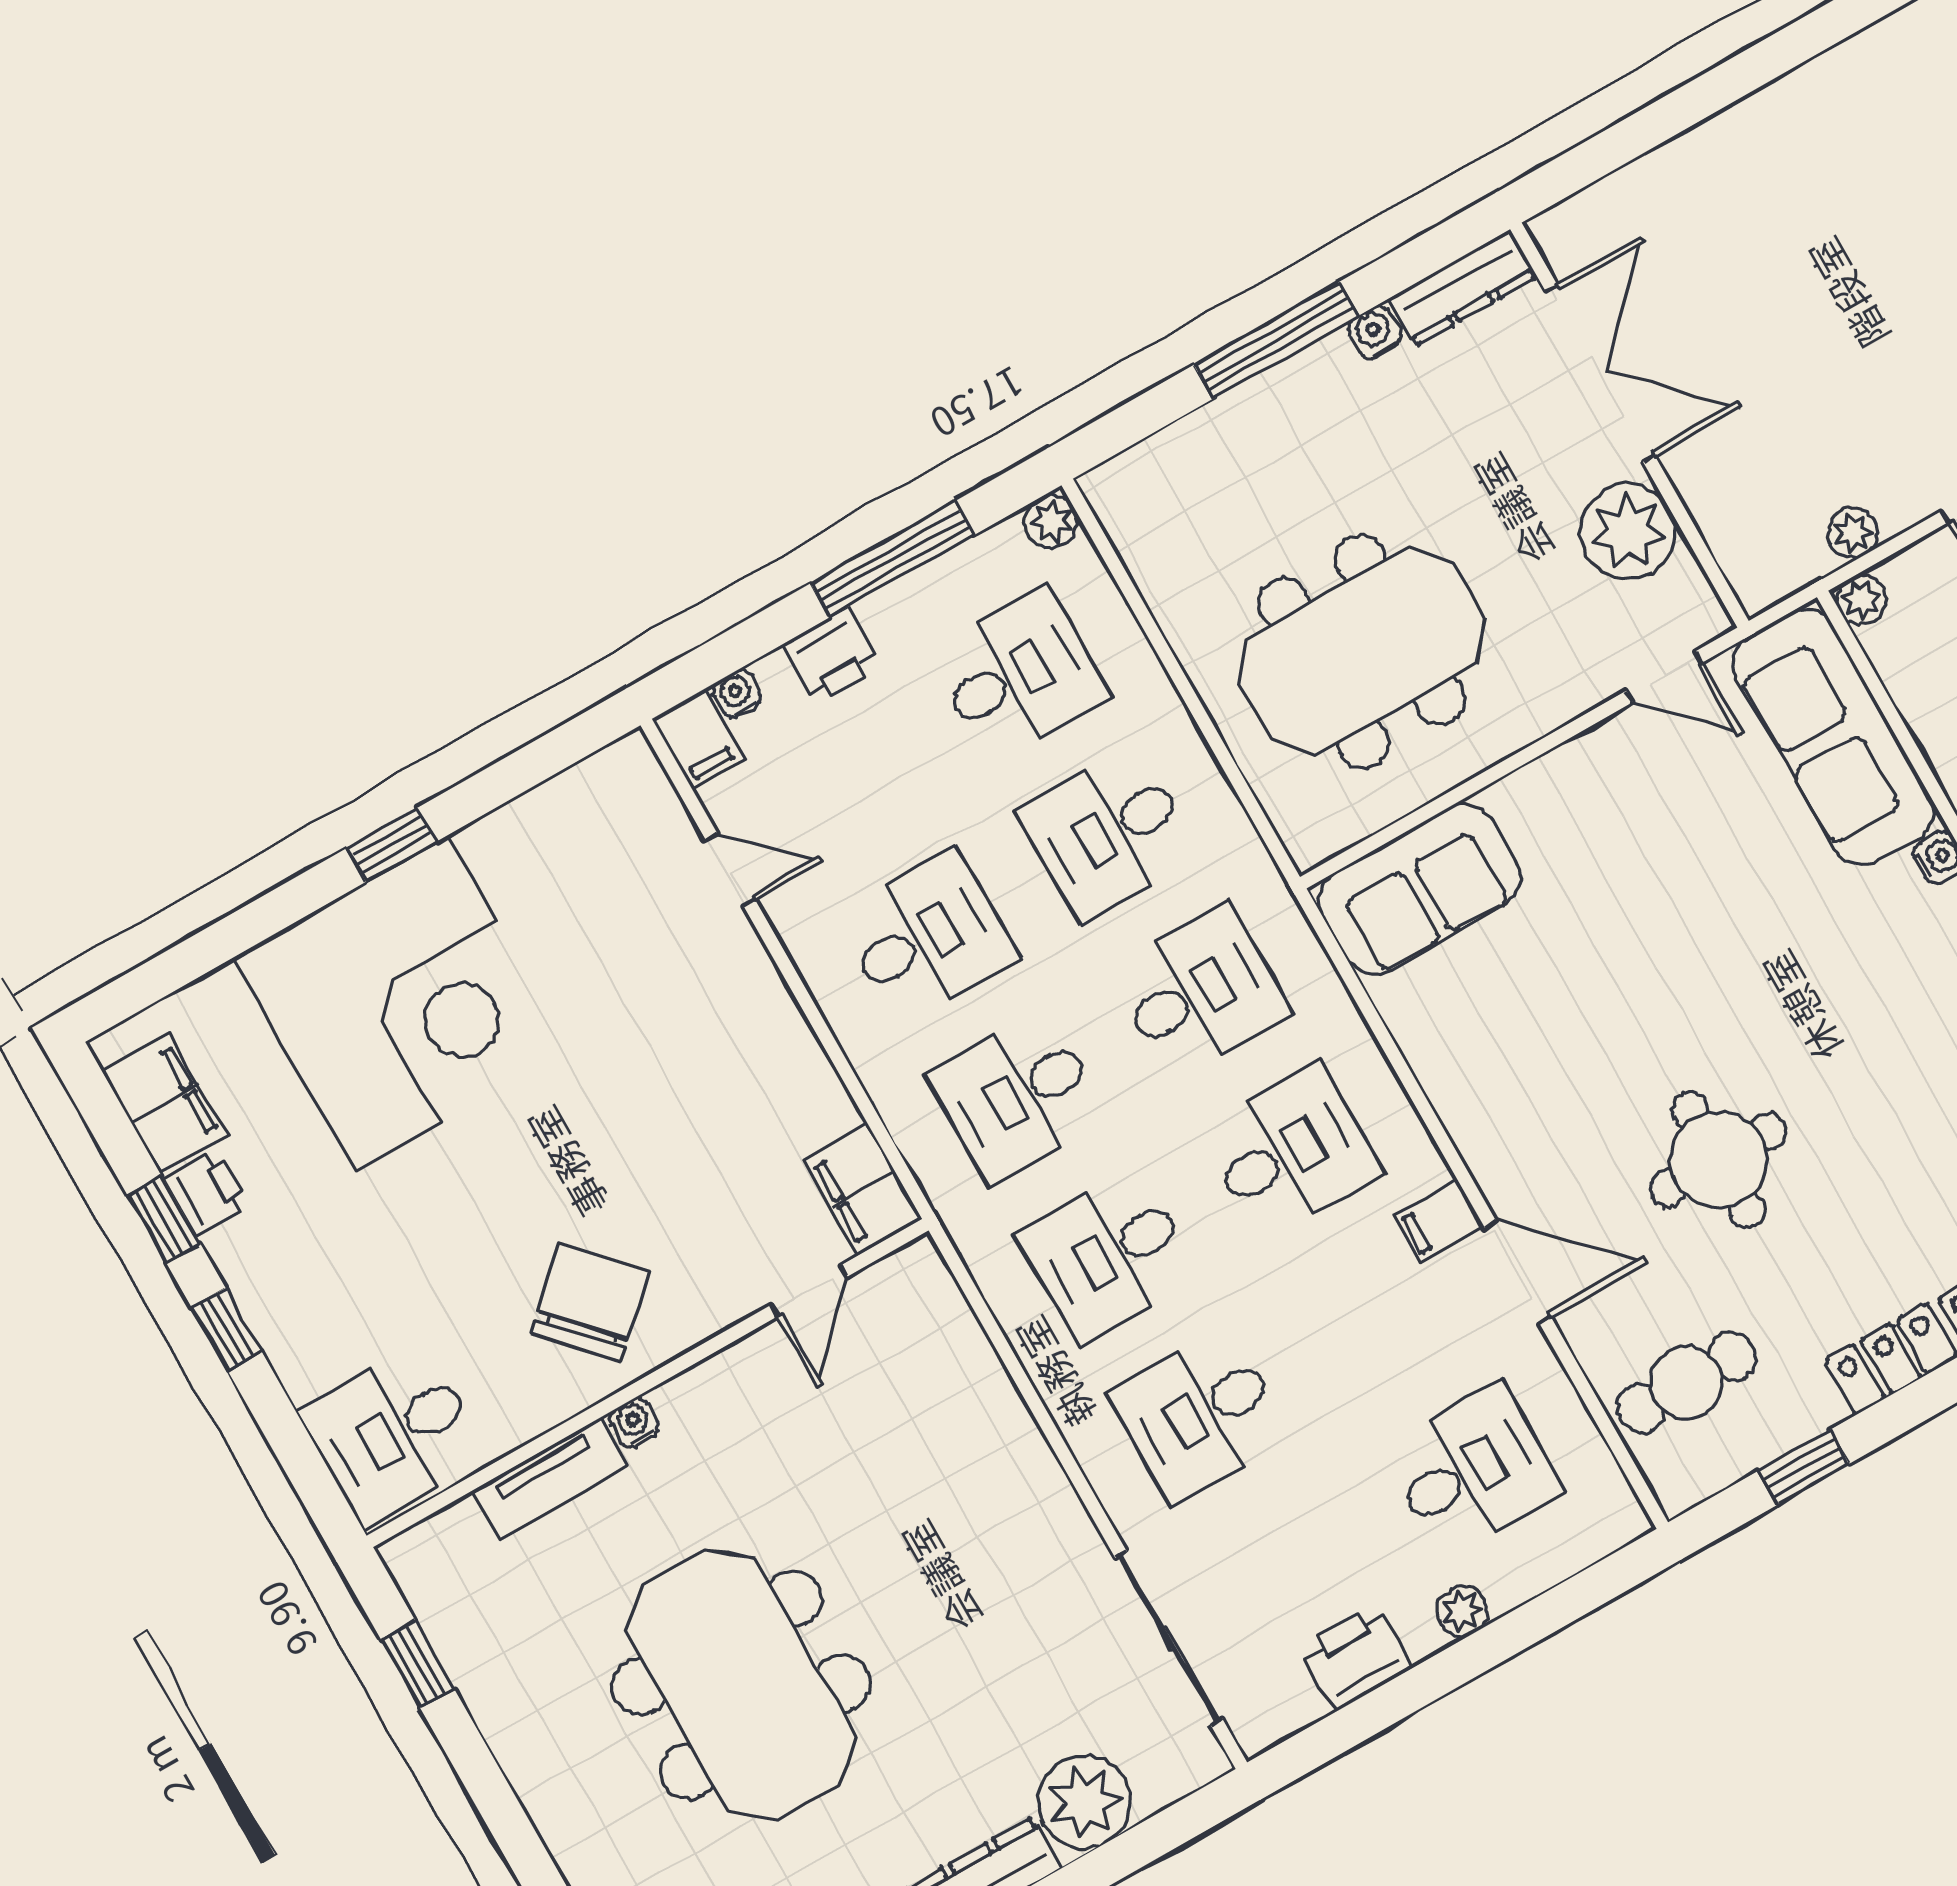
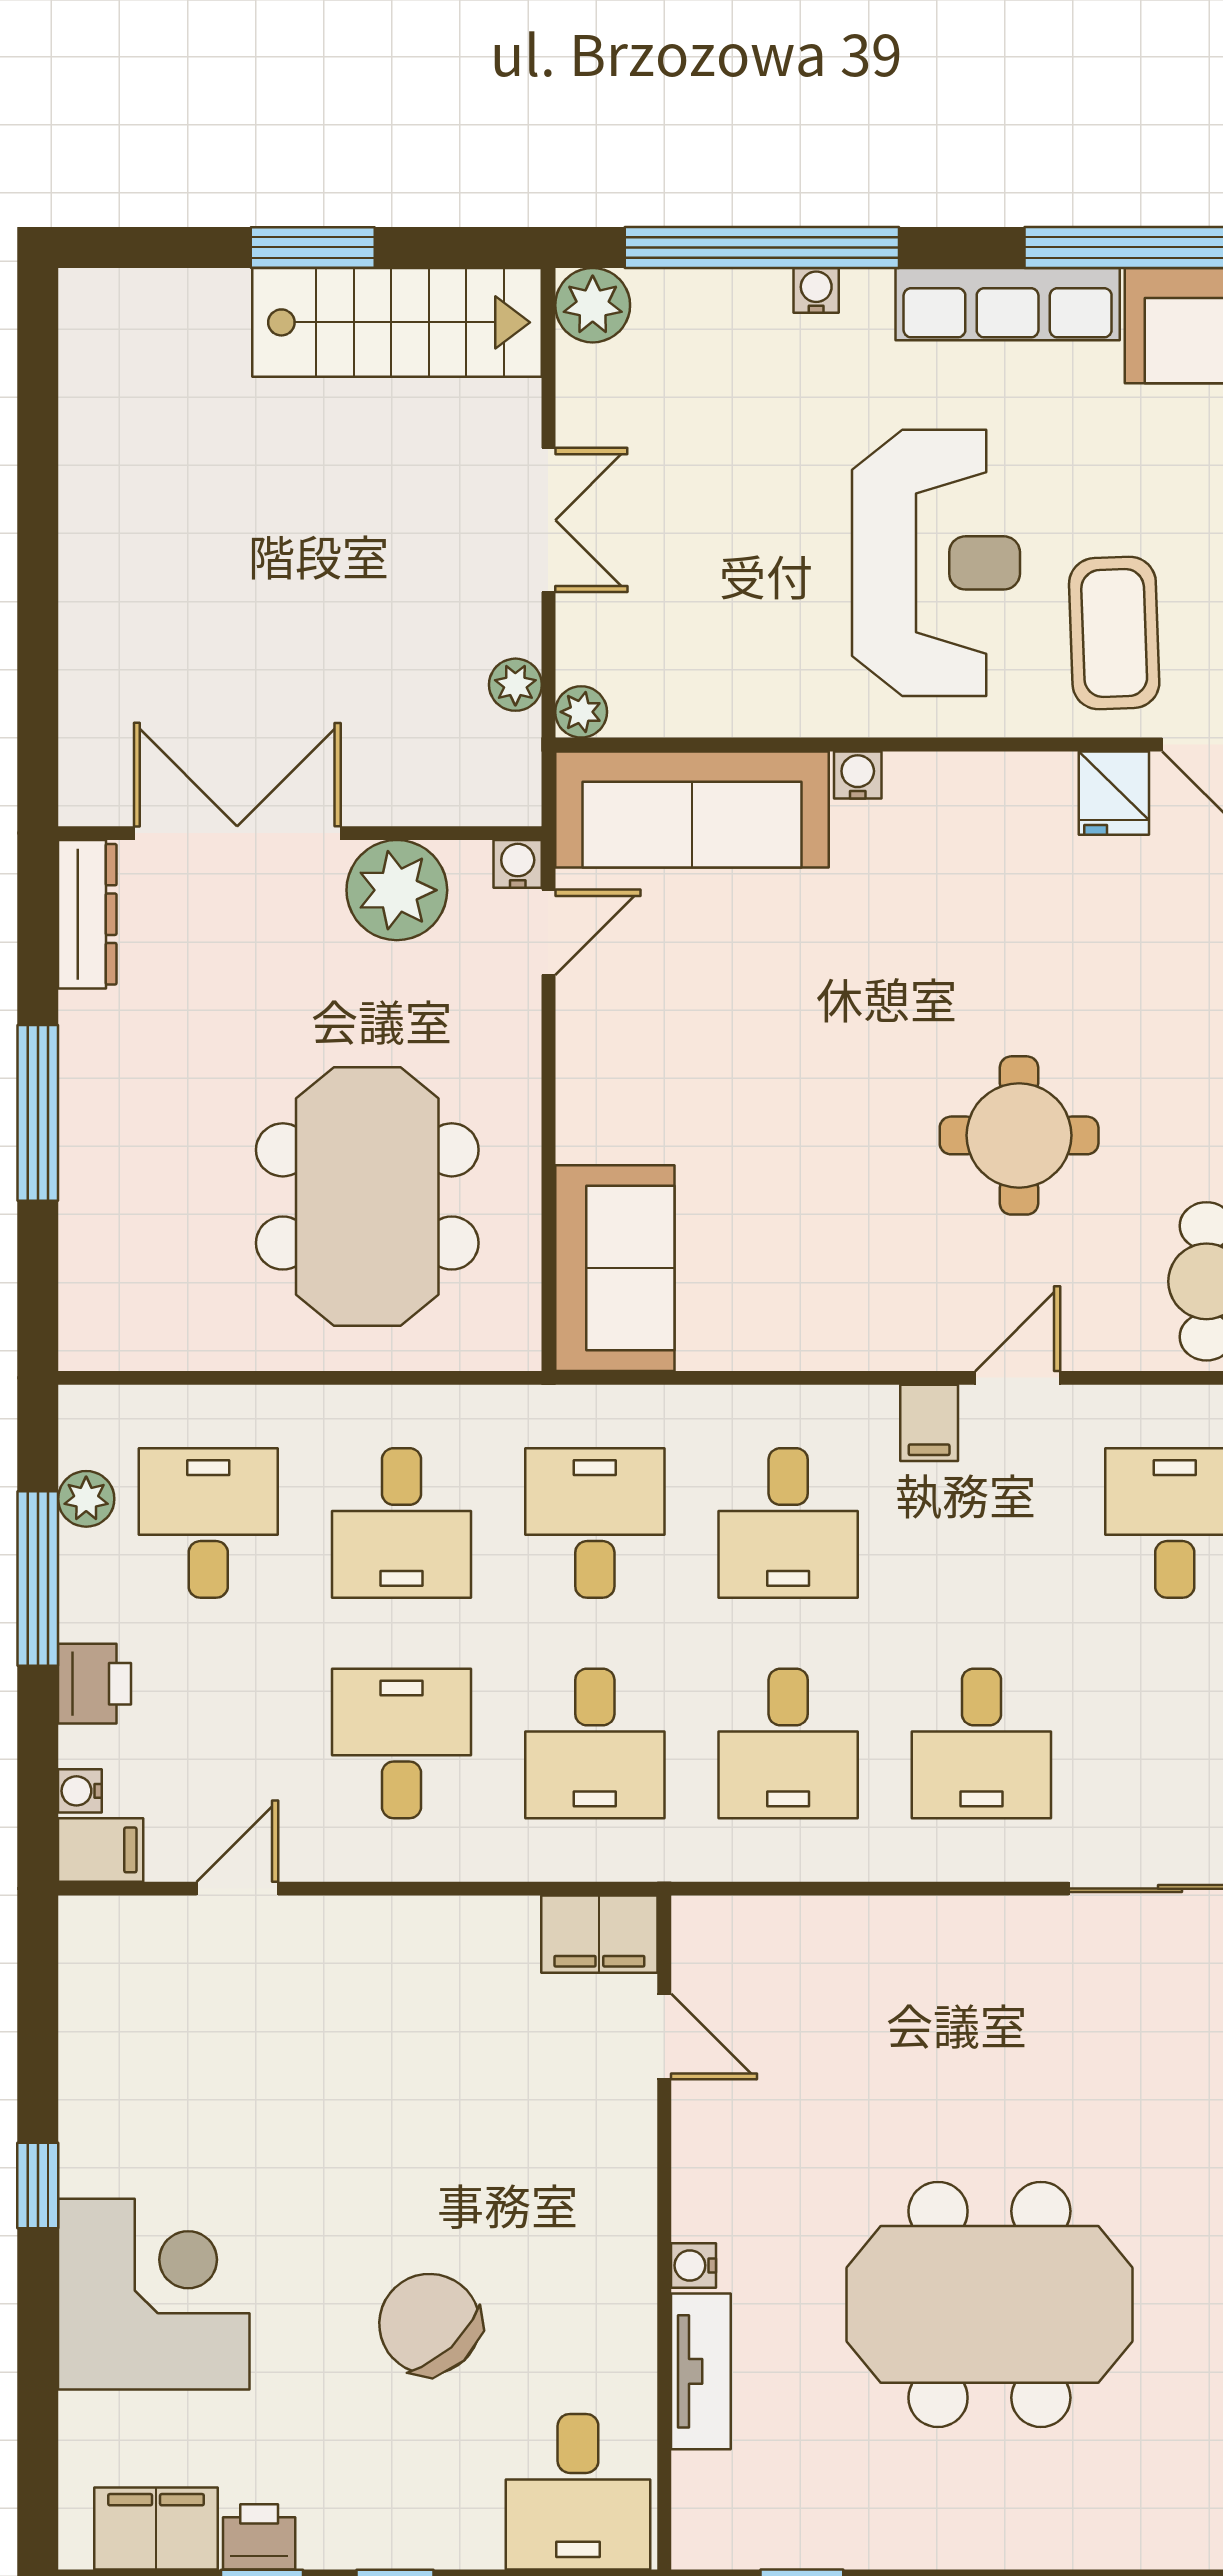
water cooler: (1375, 332) -> (518, 864), moved, turned 90
plant: (1051, 521) -> (86, 1499), moved
corner desk: (401, 1004) -> (154, 2294), width x0.74, depth x0.74
desk: (1290, 1152) -> (788, 1523), turned 180
door: (1518, 1273) -> (1018, 1378), width x0.73
chair: (590, 1302) -> (430, 2324), moved

